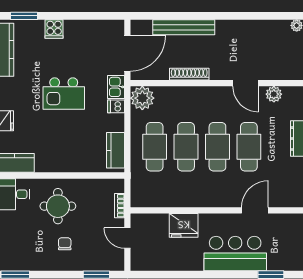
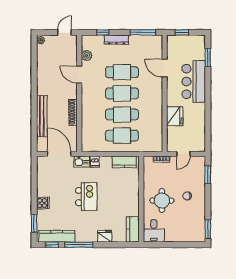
door: (246, 83) -> (79, 75), swing flipped
plant: (142, 98) -> (89, 144), removed

